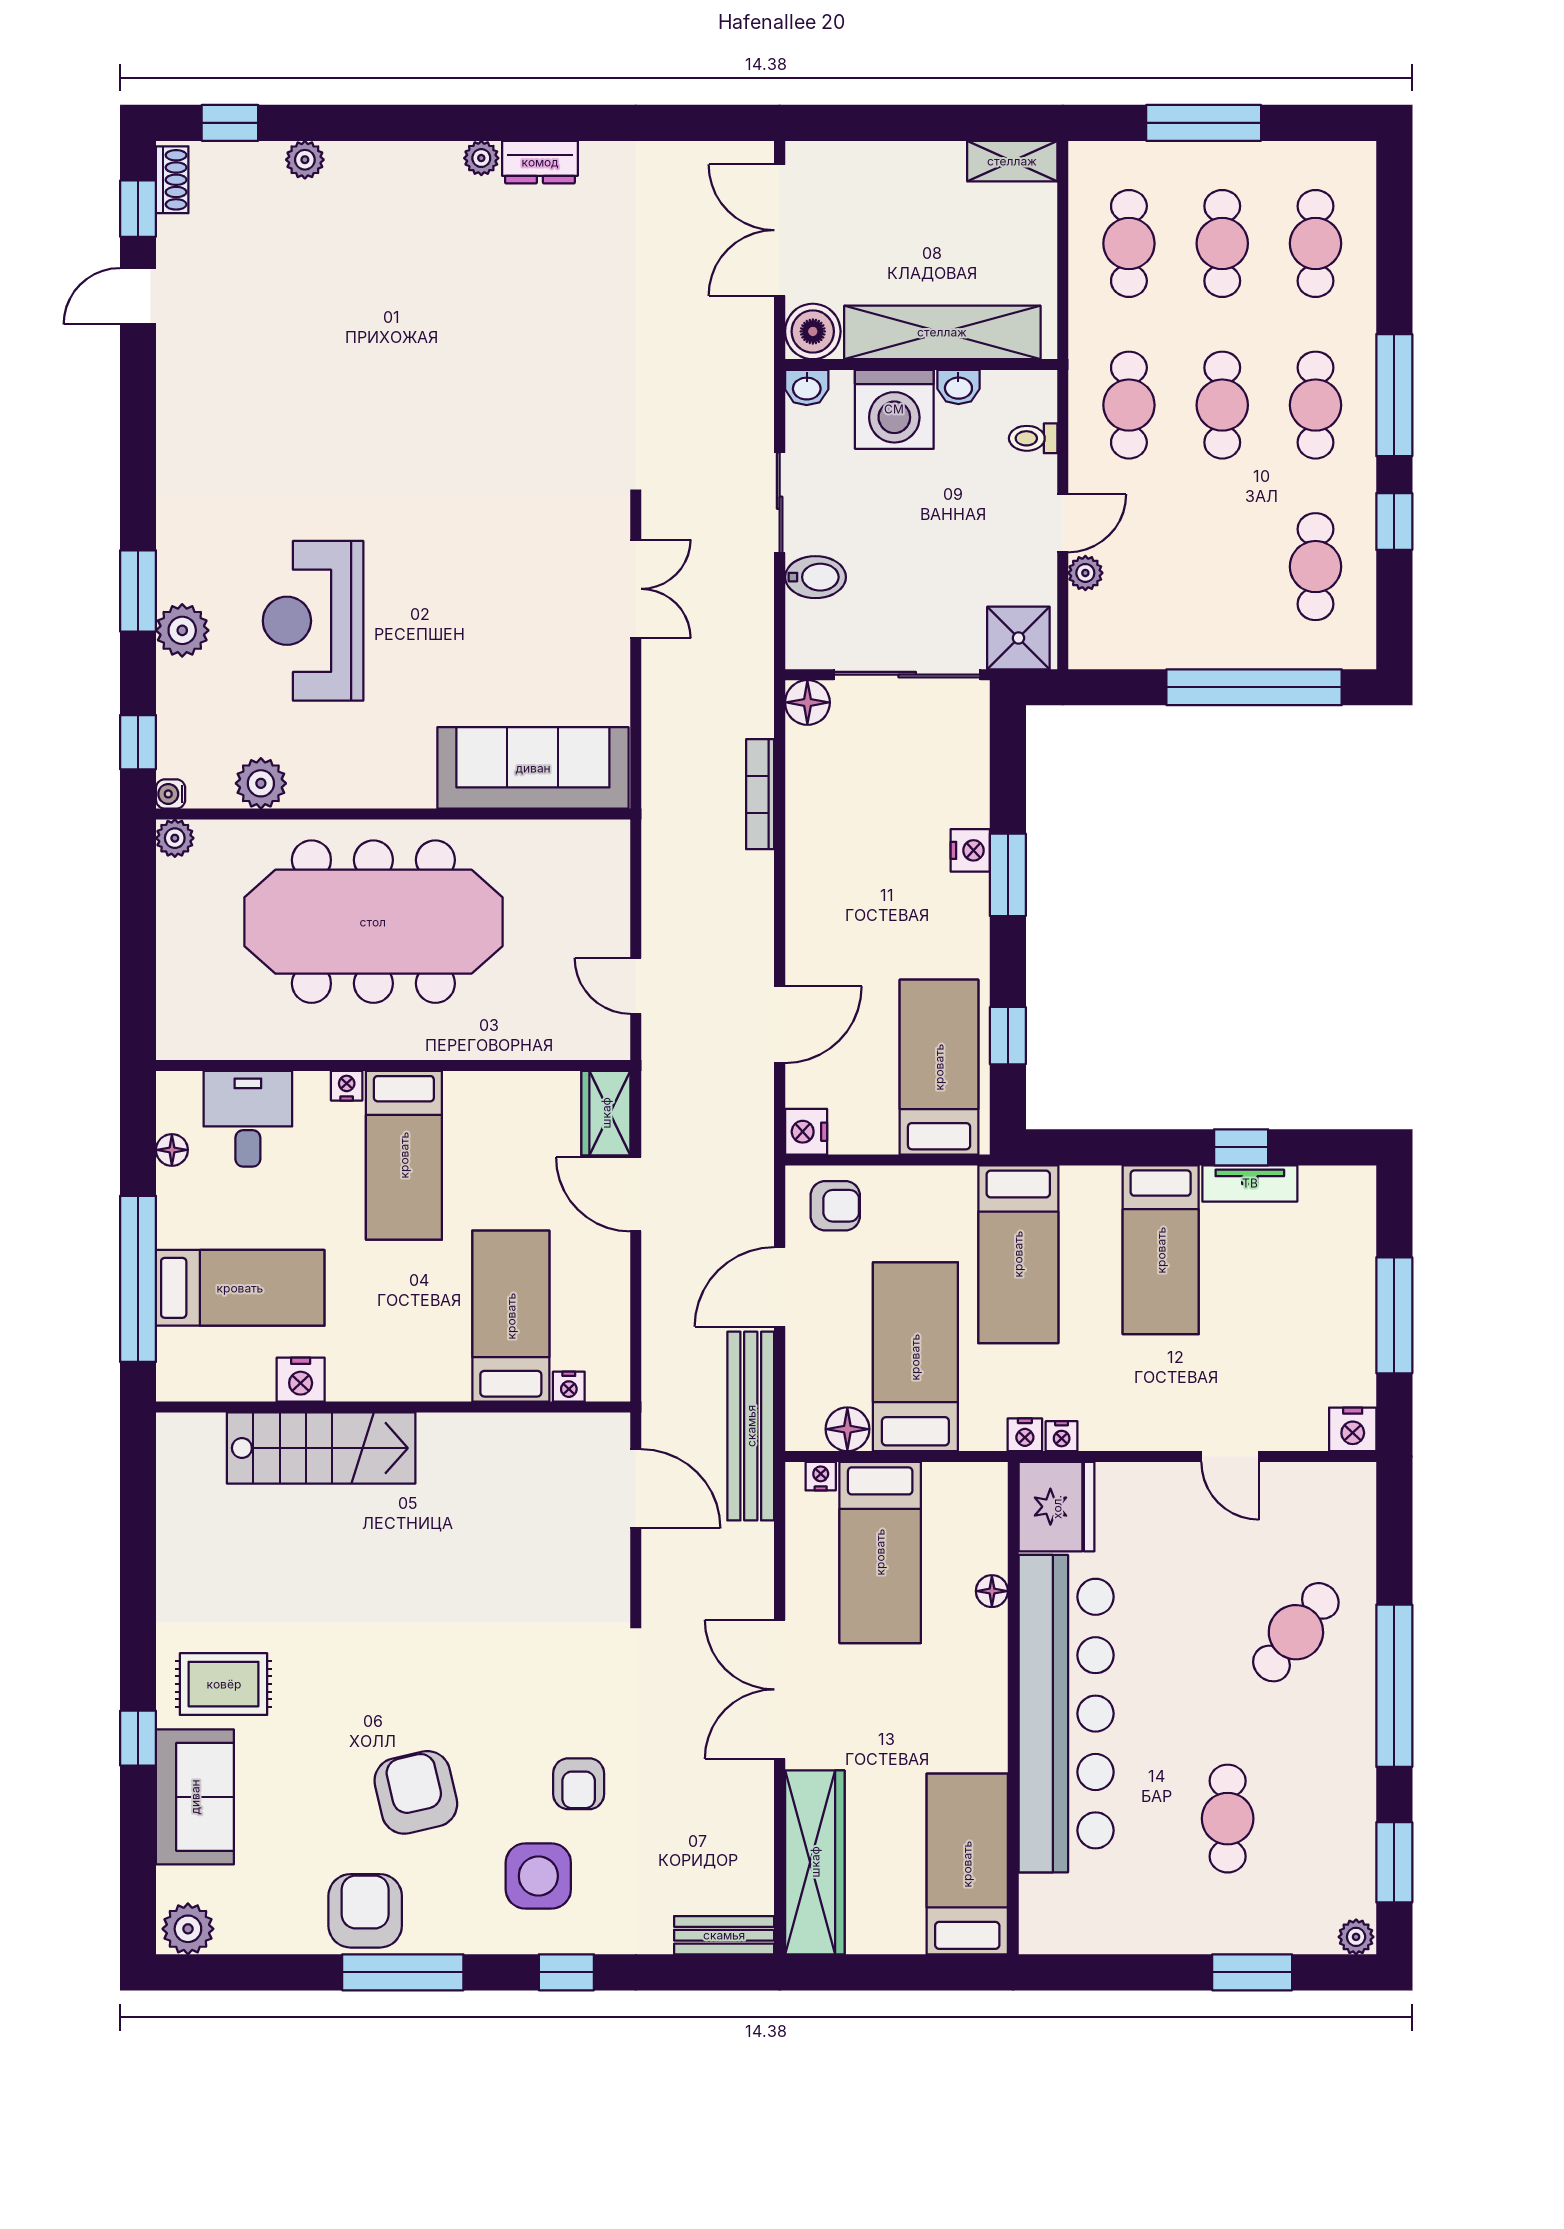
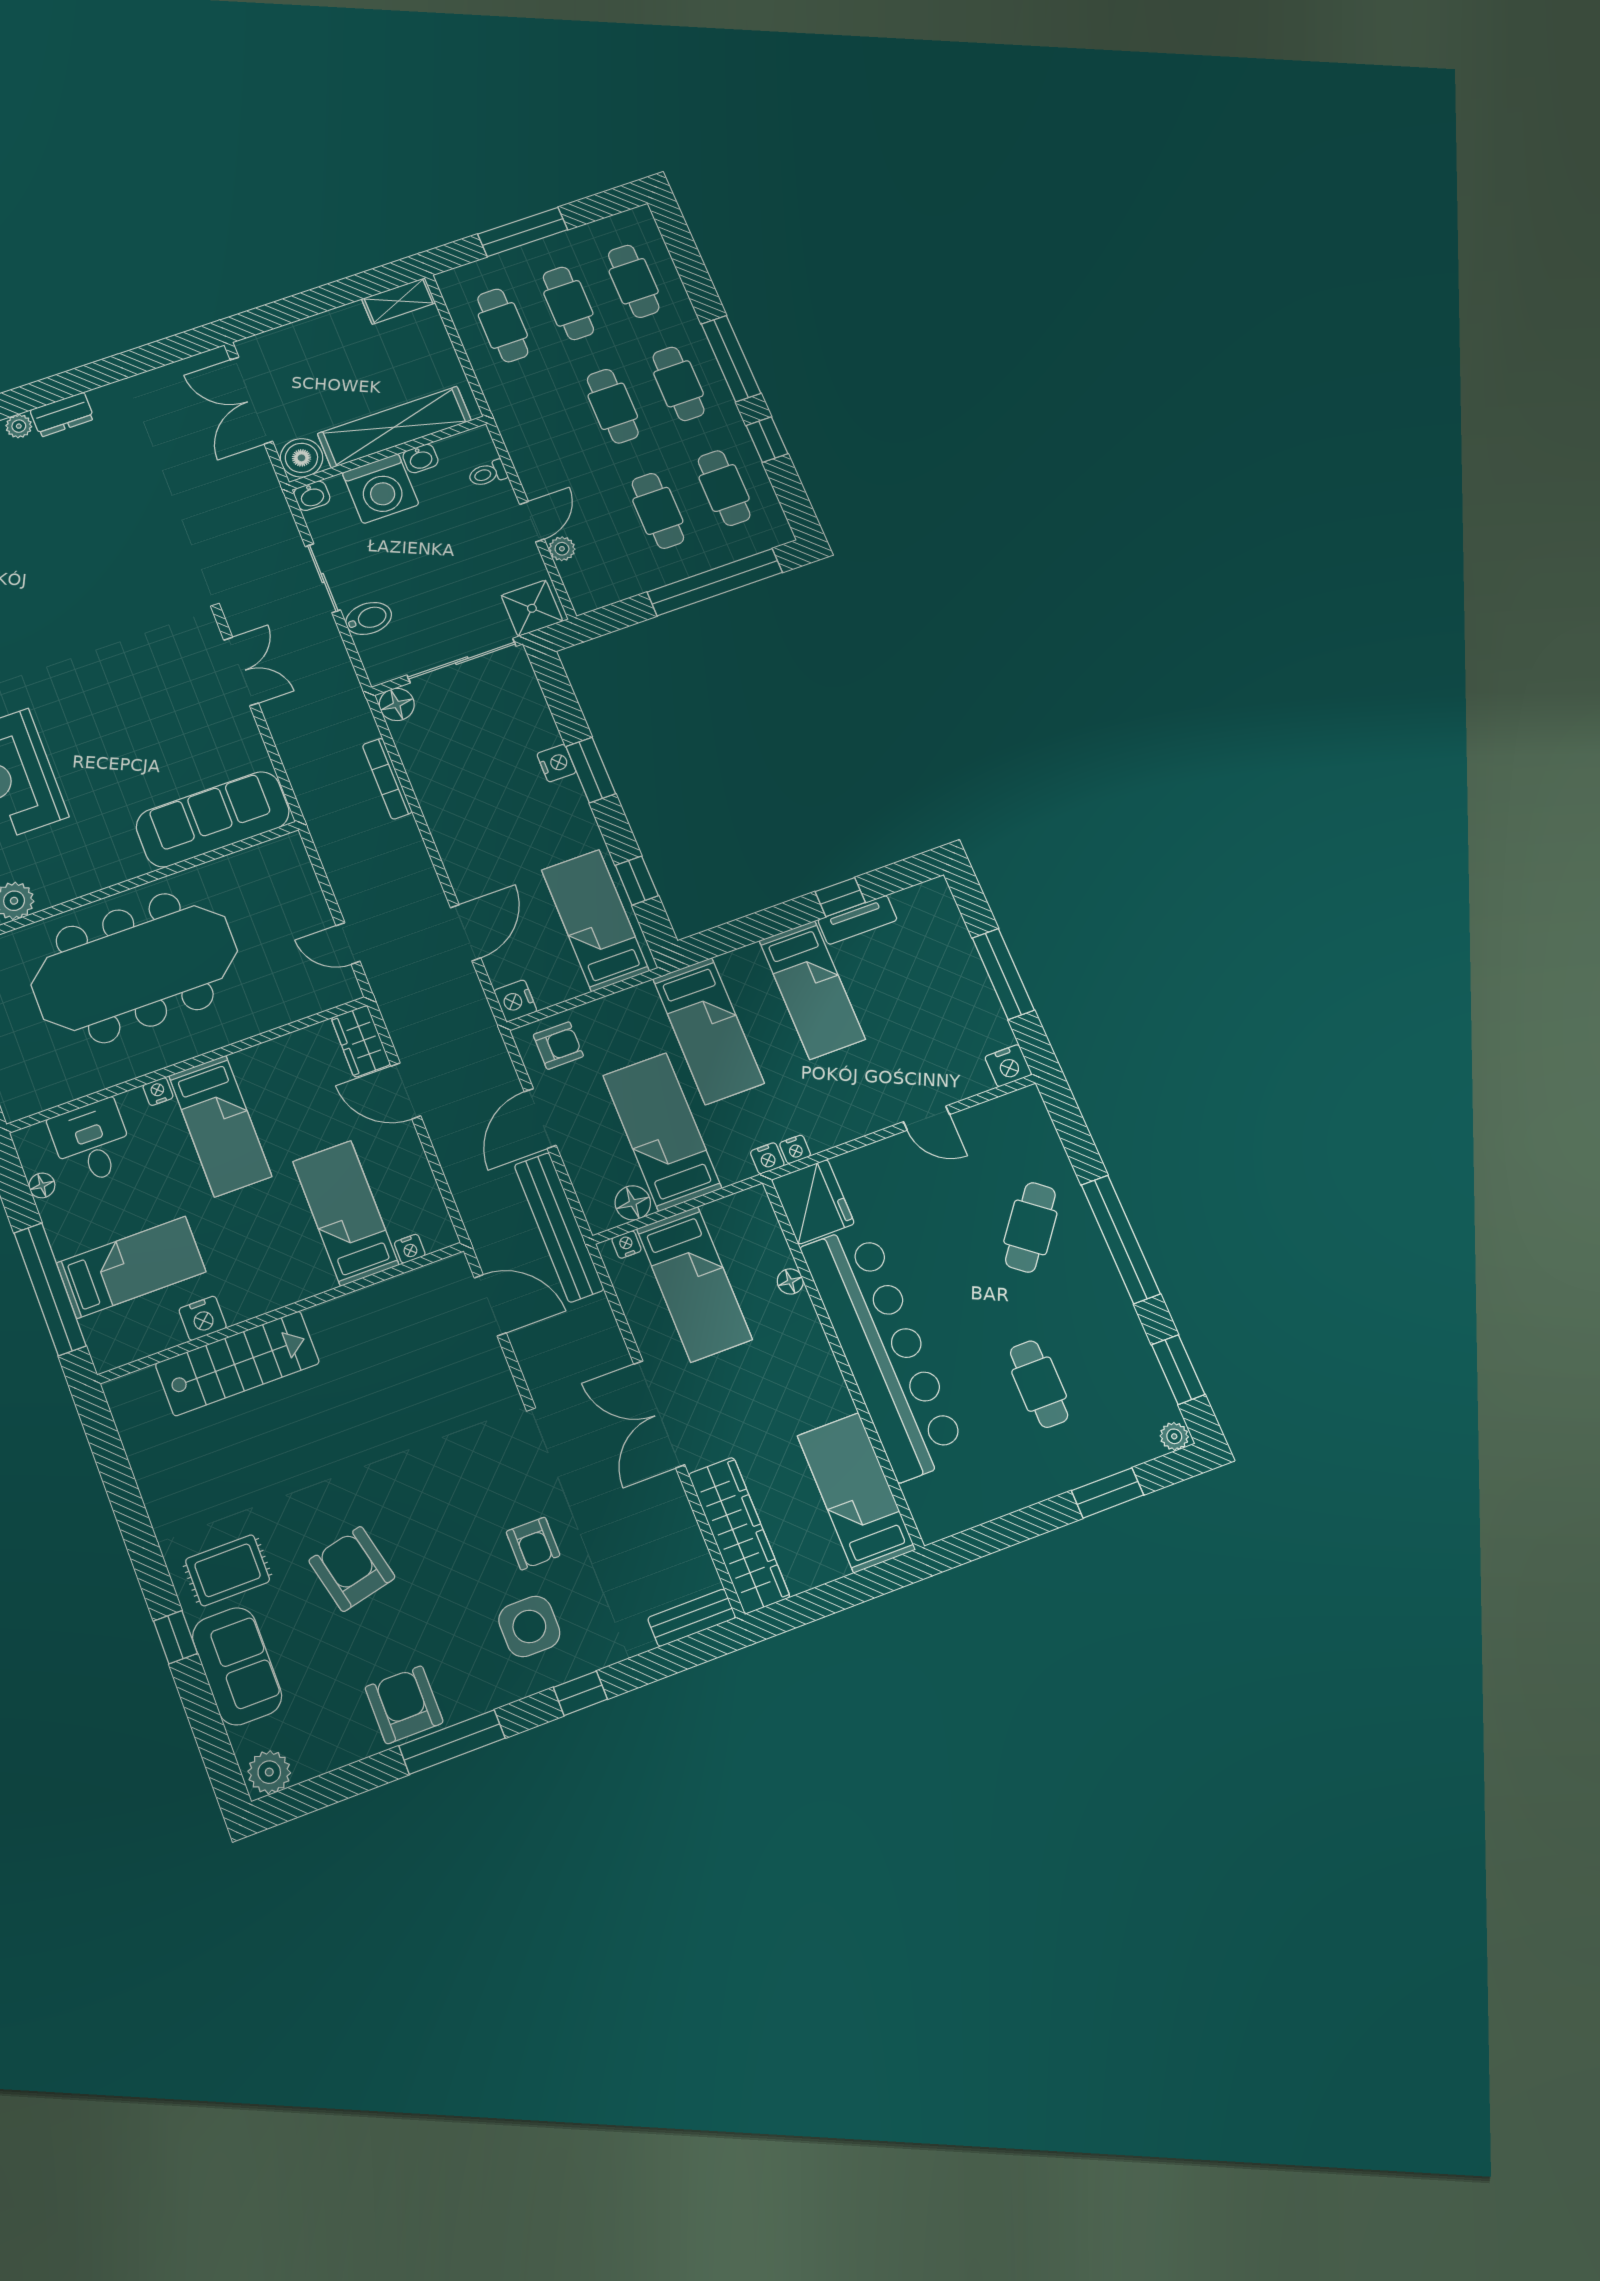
cafe table: (1129, 405) -> (658, 511), moved
armchair: (416, 1792) -> (352, 1569), moved

